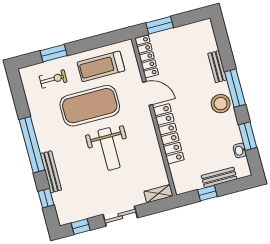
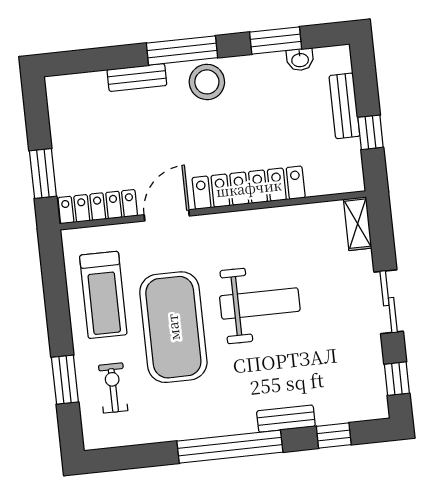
bench: (51, 172) -> (286, 419), width x0.73

